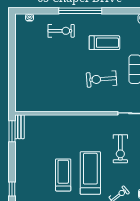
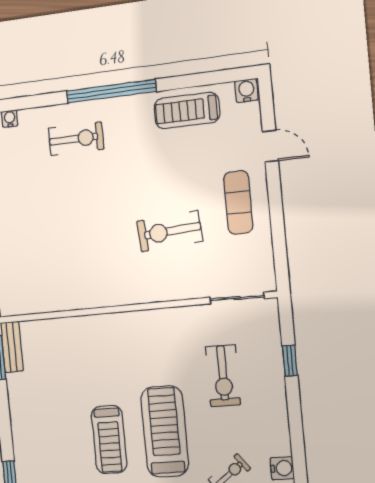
treadmill: (104, 43) -> (187, 111), moved, turned 180
treadmill: (63, 175) -> (109, 439), turned 180

